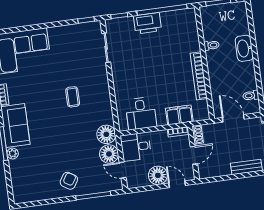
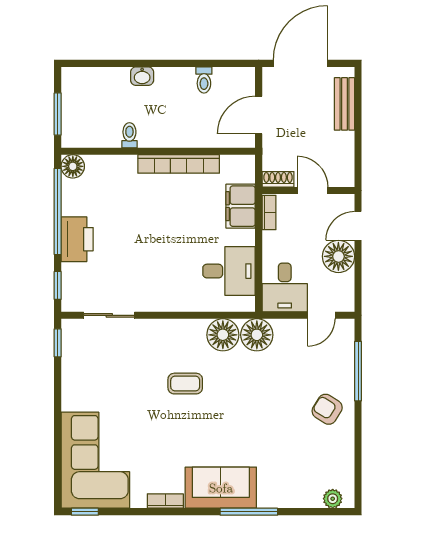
floor lamp: (189, 15) -> (73, 166), added
washbasin: (244, 48) -> (142, 76), width x0.52, depth x0.69
toilet: (251, 95) -> (204, 80), moved
plant: (13, 153) -> (333, 499), moved
floor lamp: (109, 154) -> (223, 335), moved

